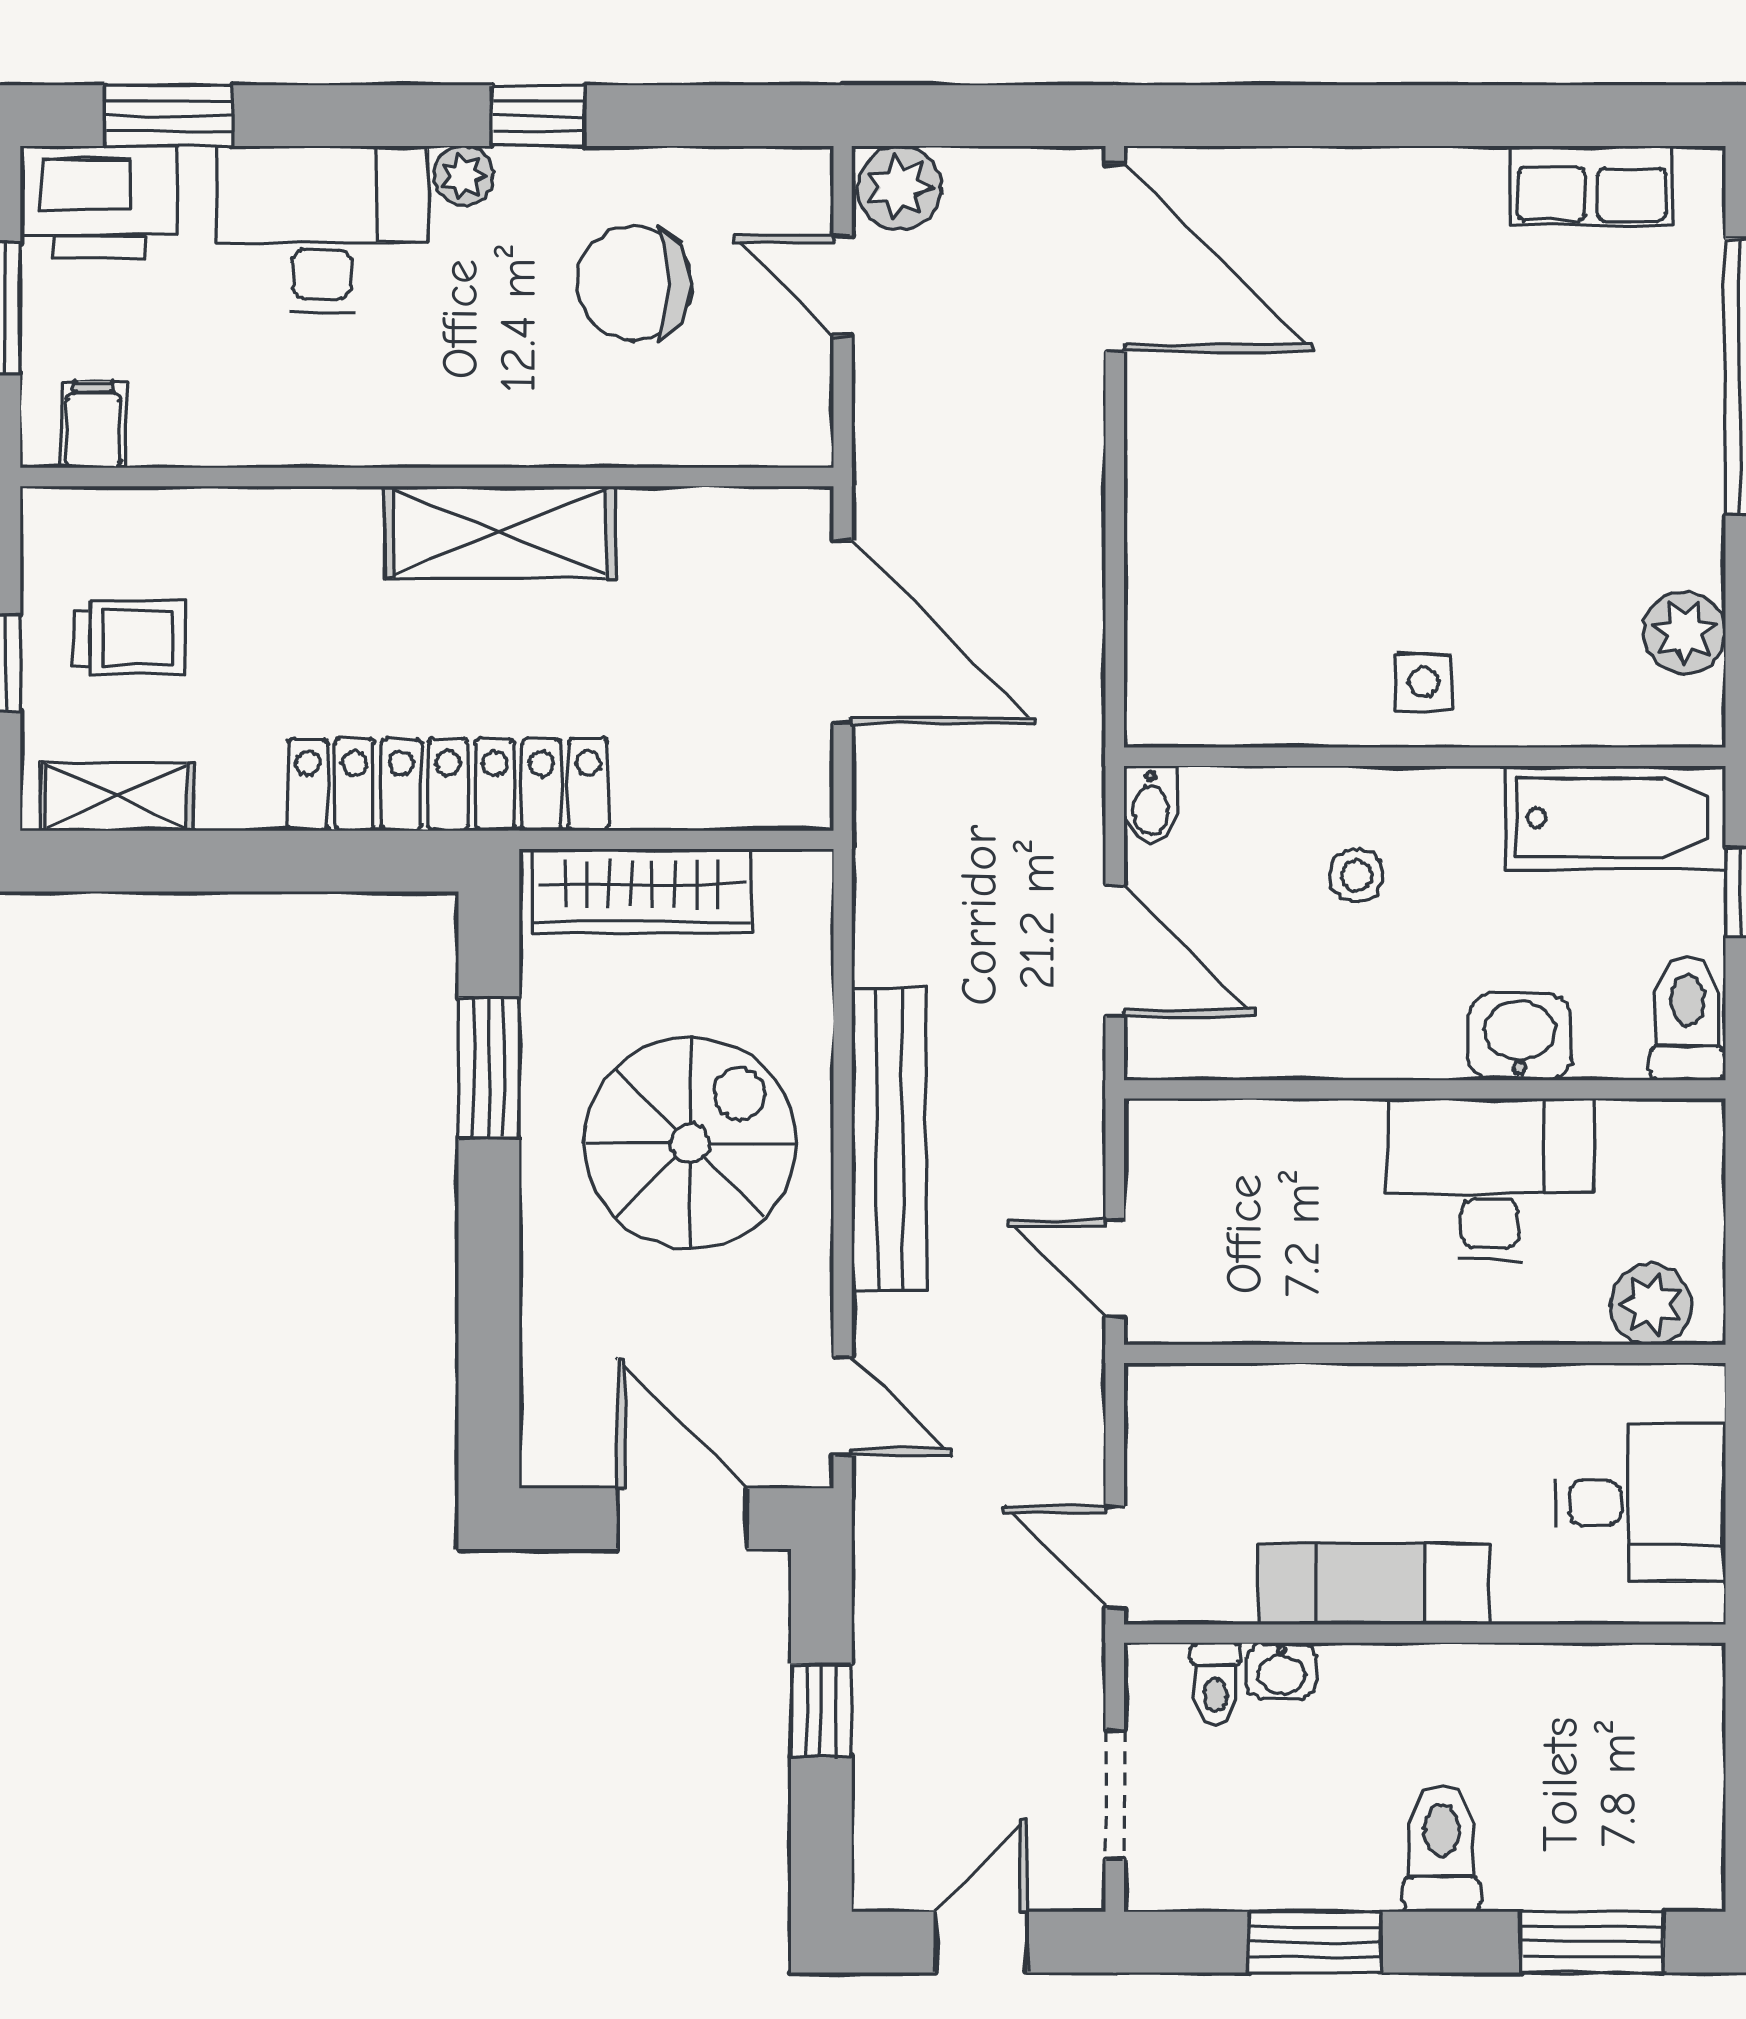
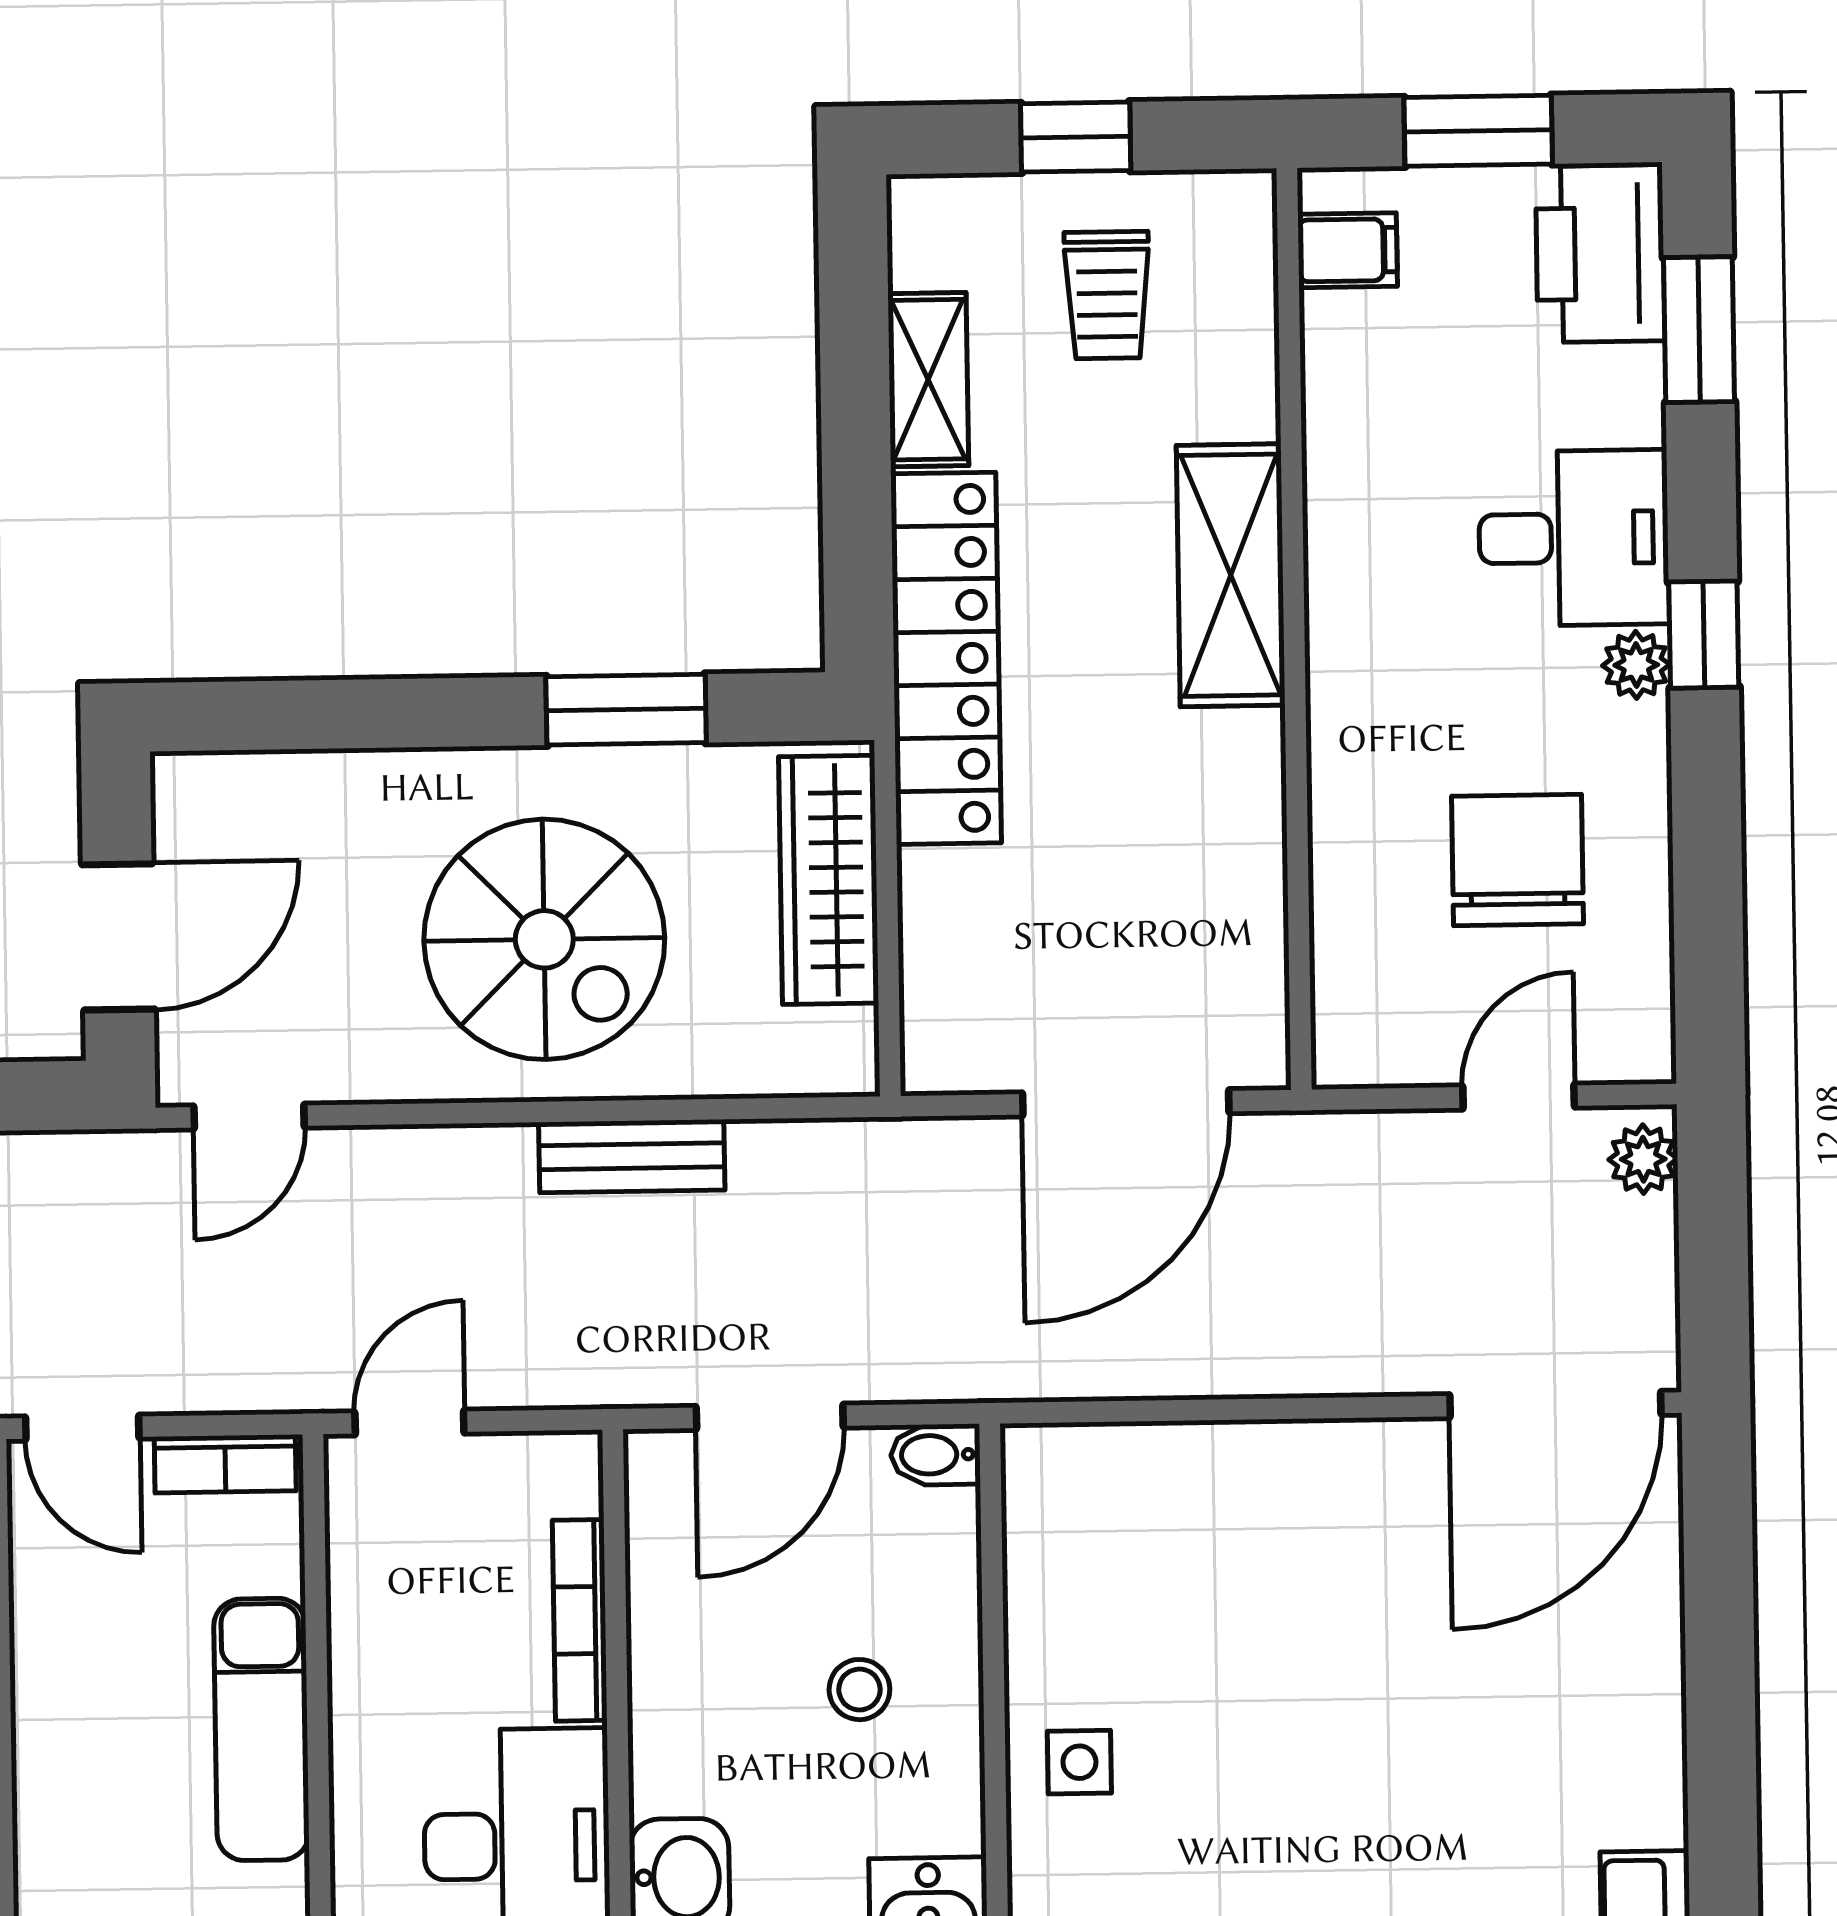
window: (538, 116) -> (1704, 635), moved
plant: (900, 188) -> (1643, 1159), width x0.73, depth x0.73
desk: (322, 229) -> (1574, 538), width x0.73
shelving: (500, 532) -> (1231, 575), moved
shelving: (117, 796) -> (928, 380), moved
bookcase: (1292, 1121) -> (580, 1620), added
bench: (890, 1139) -> (632, 1156), width x0.54, depth x0.82
bookcase: (1149, 1432) -> (225, 1464), added
door: (1115, 1557) -> (82, 1428), swing flipped
exam couch: (1373, 1584) -> (261, 1729), moved, turned 180

